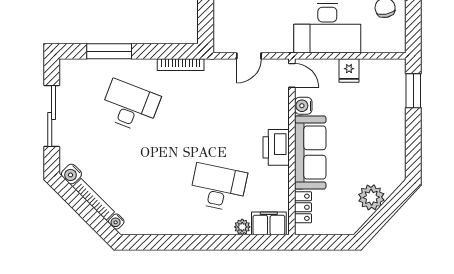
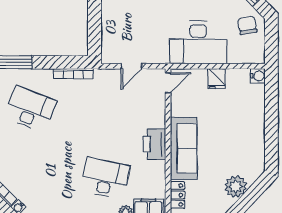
door: (292, 75) -> (168, 83), hinge flipped
window: (413, 91) -> (271, 96), removed
water cooler: (303, 106) -> (258, 76), moved, turned 180

